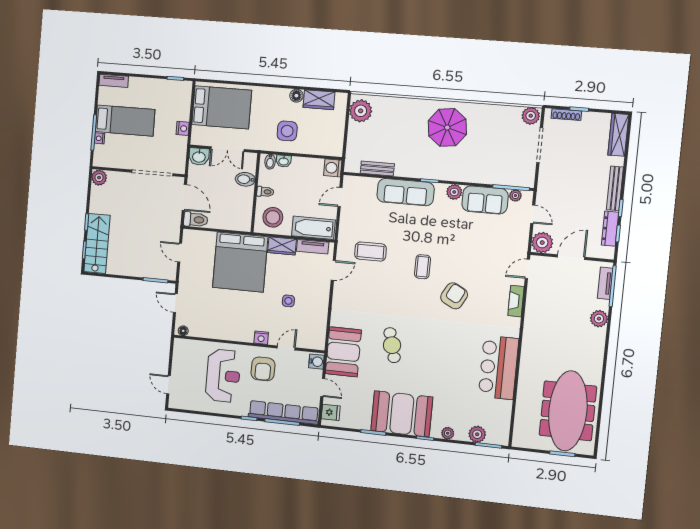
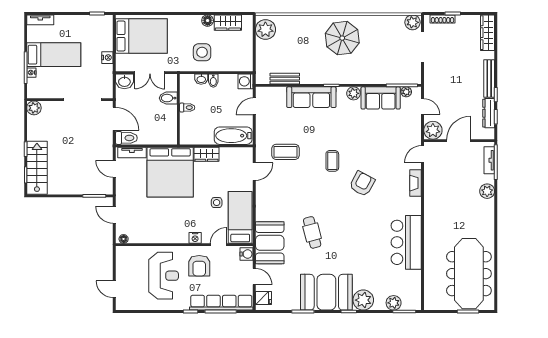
bidet: (270, 162) -> (213, 81), moved
stool: (273, 217) -> (196, 130), removed
tv unit: (313, 247) -> (132, 152), moved
bed: (313, 320) -> (240, 217), added
plant: (448, 433) -> (363, 300), width x1.88, depth x1.88

